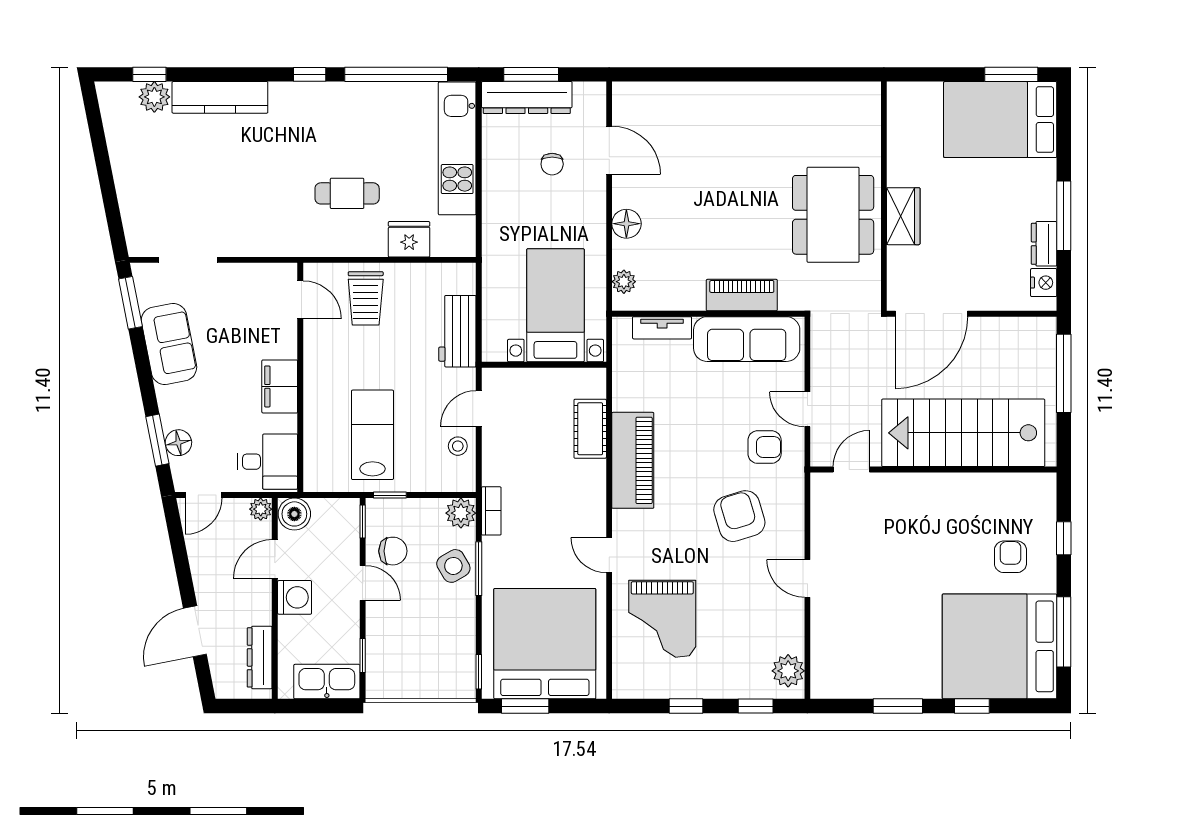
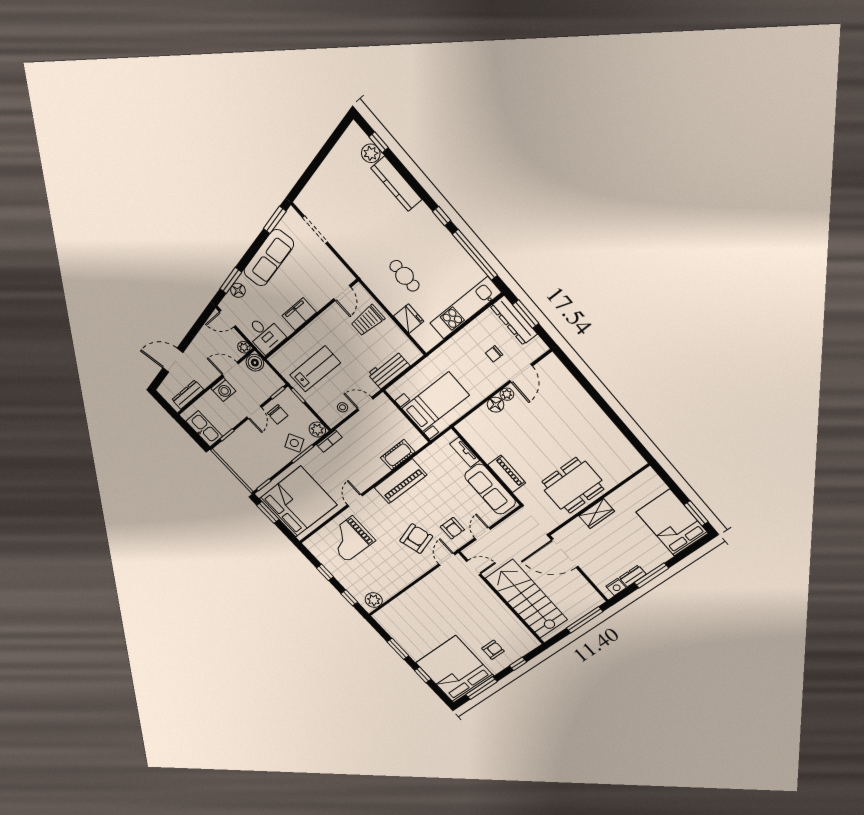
plant: (624, 282) -> (507, 394), moved
sofa: (169, 344) -> (269, 258), width x1.36
door: (807, 578) -> (447, 559), moved

